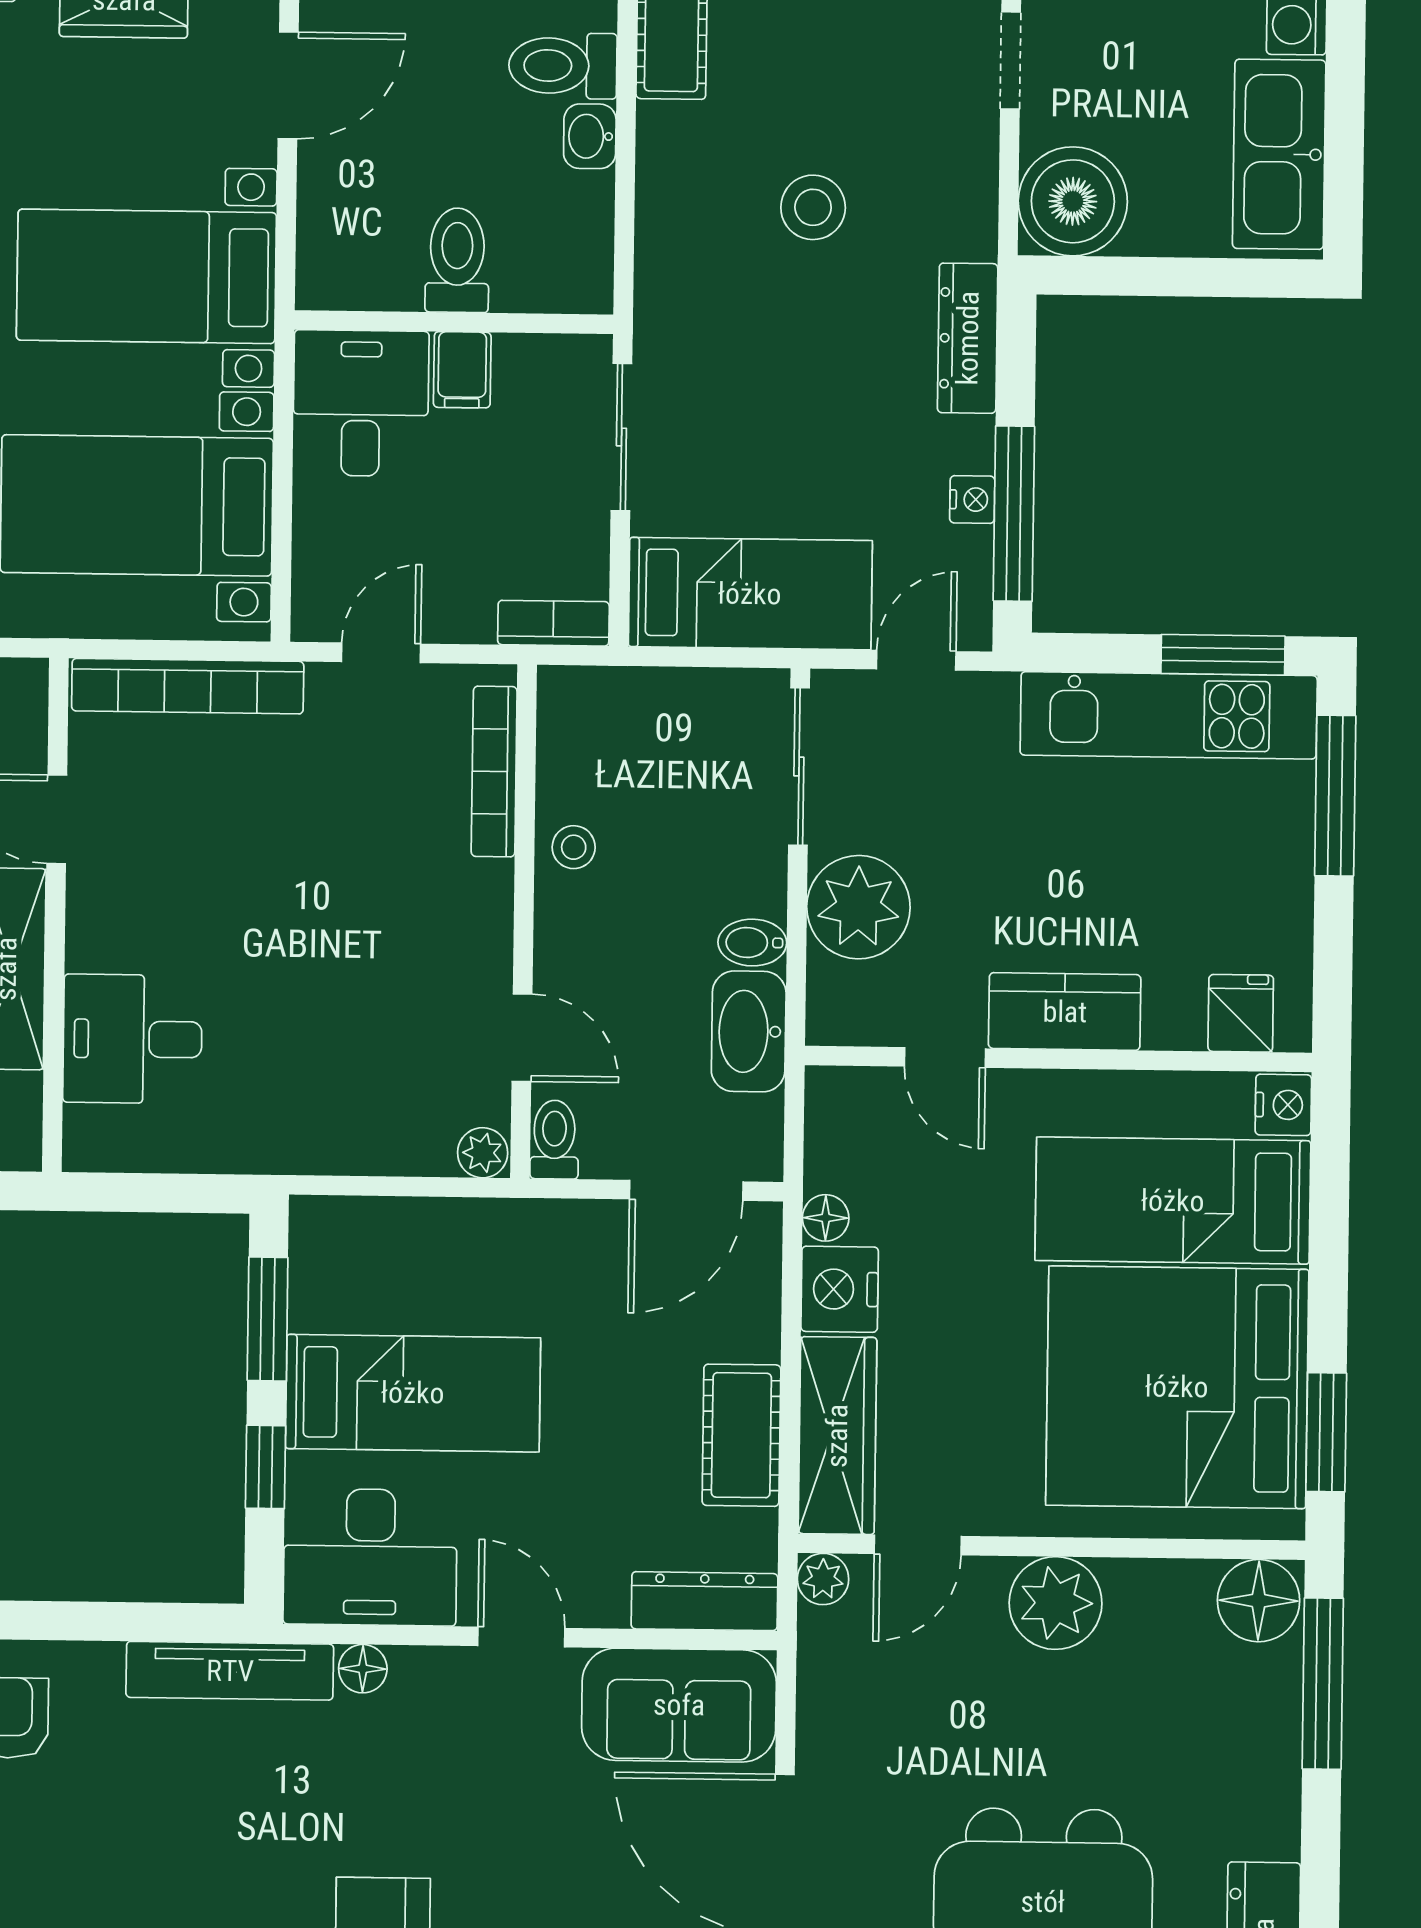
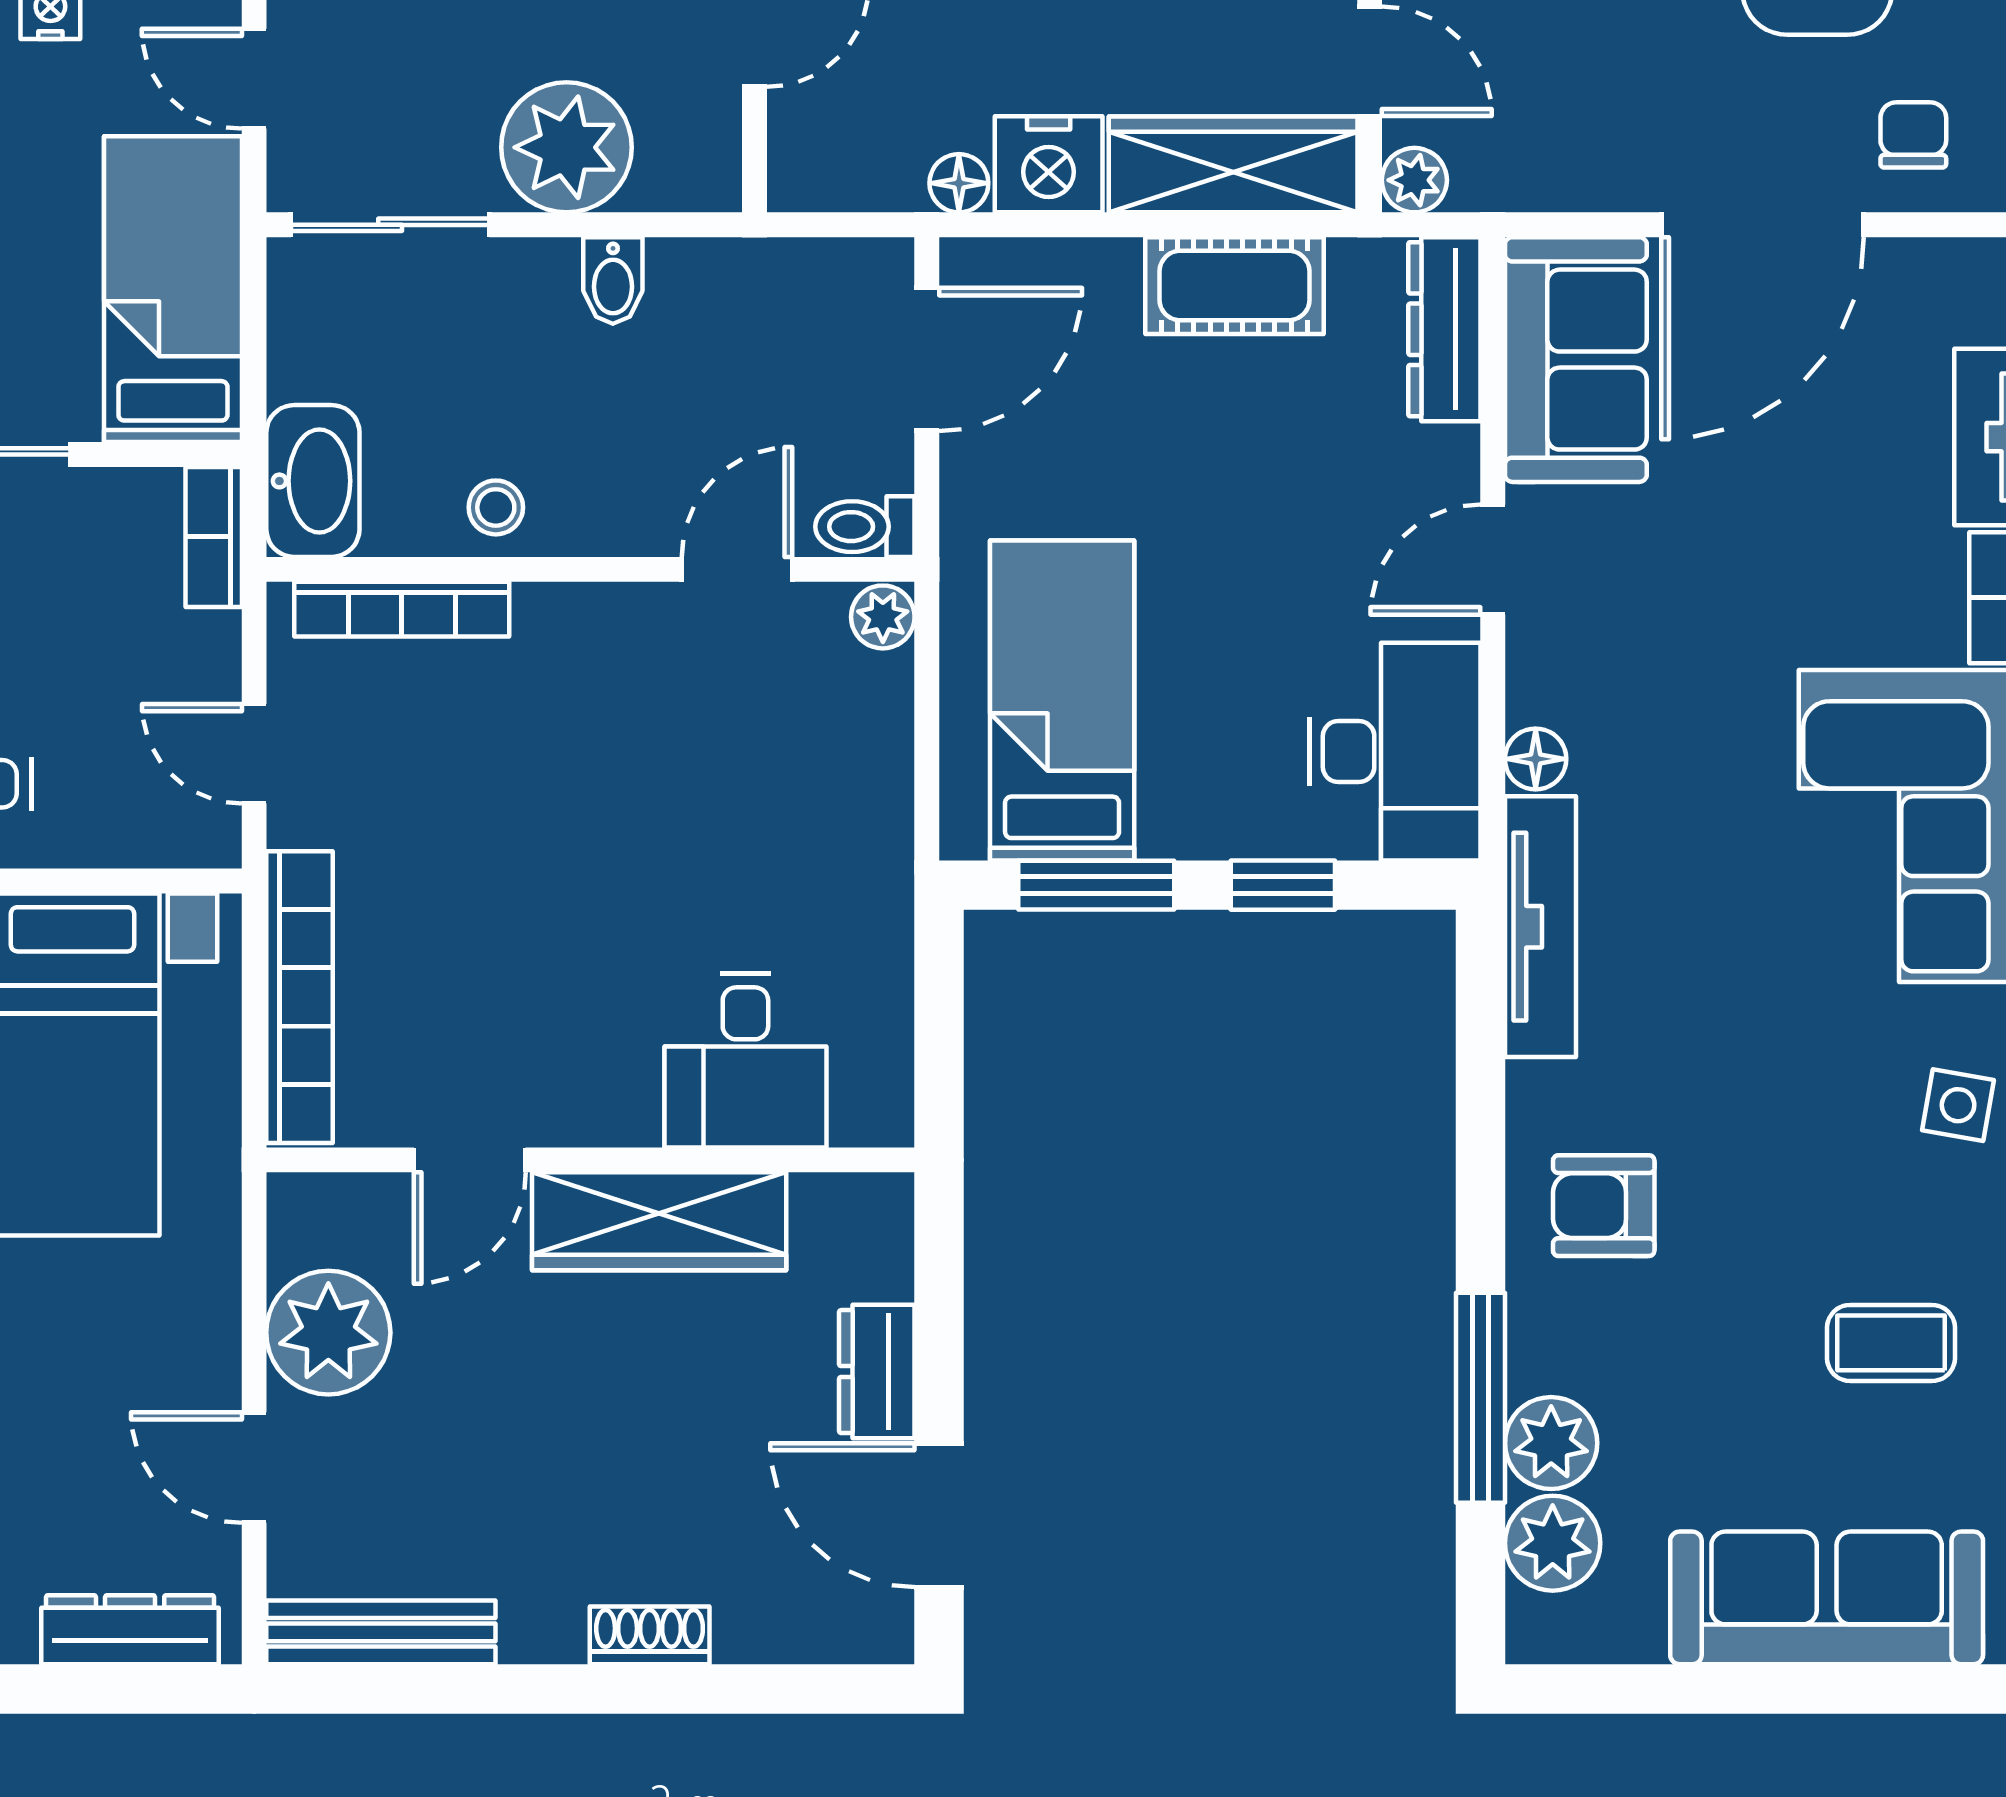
washbasin: (749, 1031) -> (313, 481), moved, turned -90
door: (686, 1190) -> (927, 359), hinge flipped
bed: (413, 1393) -> (1062, 700), moved

